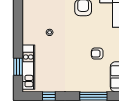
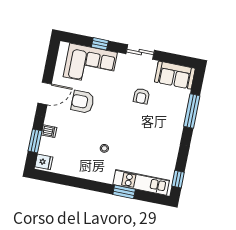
window: (18, 67) -> (124, 192), moved
window: (49, 96) -> (178, 179), moved

